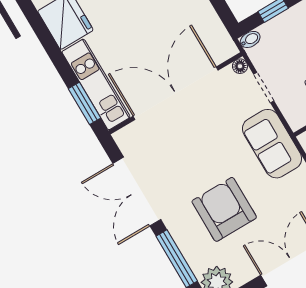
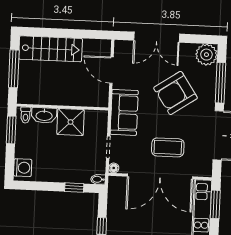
coffee table: (190, 136) -> (168, 147), added
armchair: (224, 209) -> (176, 93), turned 56

